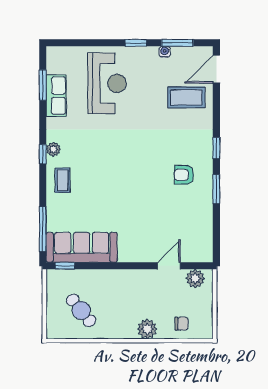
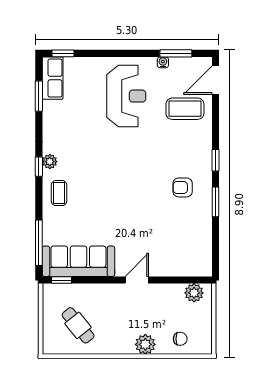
window: (136, 43) -> (63, 53), moved
reception desk: (107, 83) -> (126, 96), moved
row of seats: (56, 96) -> (53, 78), moved
door: (169, 266) -> (137, 280), moved

